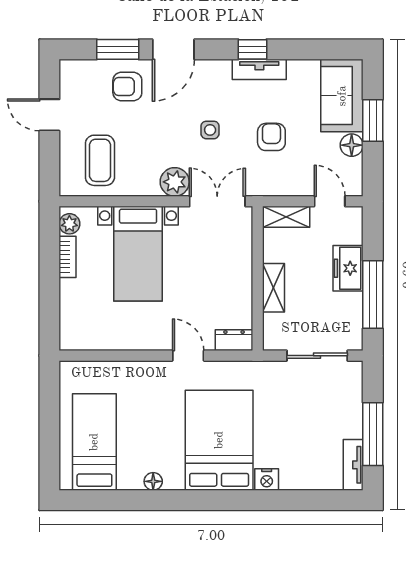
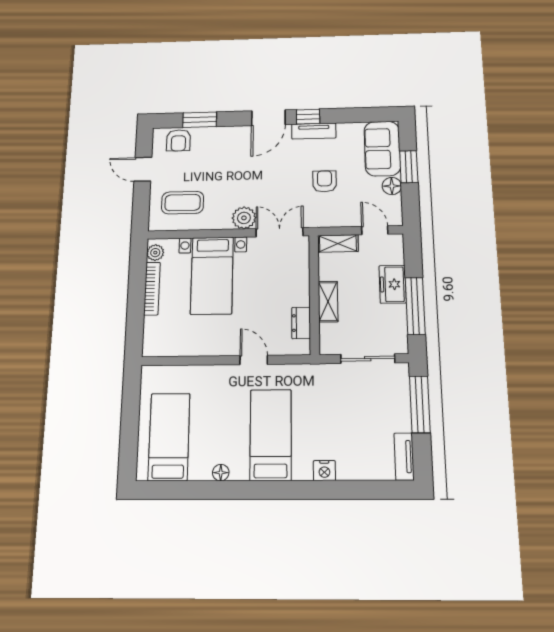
door: (173, 49) -> (268, 118), moved
armchair: (127, 87) -> (178, 140), moved, turned -90
side table: (210, 130) -> (274, 177), removed
coffee table: (100, 160) -> (183, 203), turned 90
bookcase: (67, 257) -> (152, 289), width x1.56
dresser: (234, 340) -> (301, 323), moved, turned -90
window: (373, 434) -> (420, 404), moved
bed: (219, 440) -> (271, 435), width x0.67

